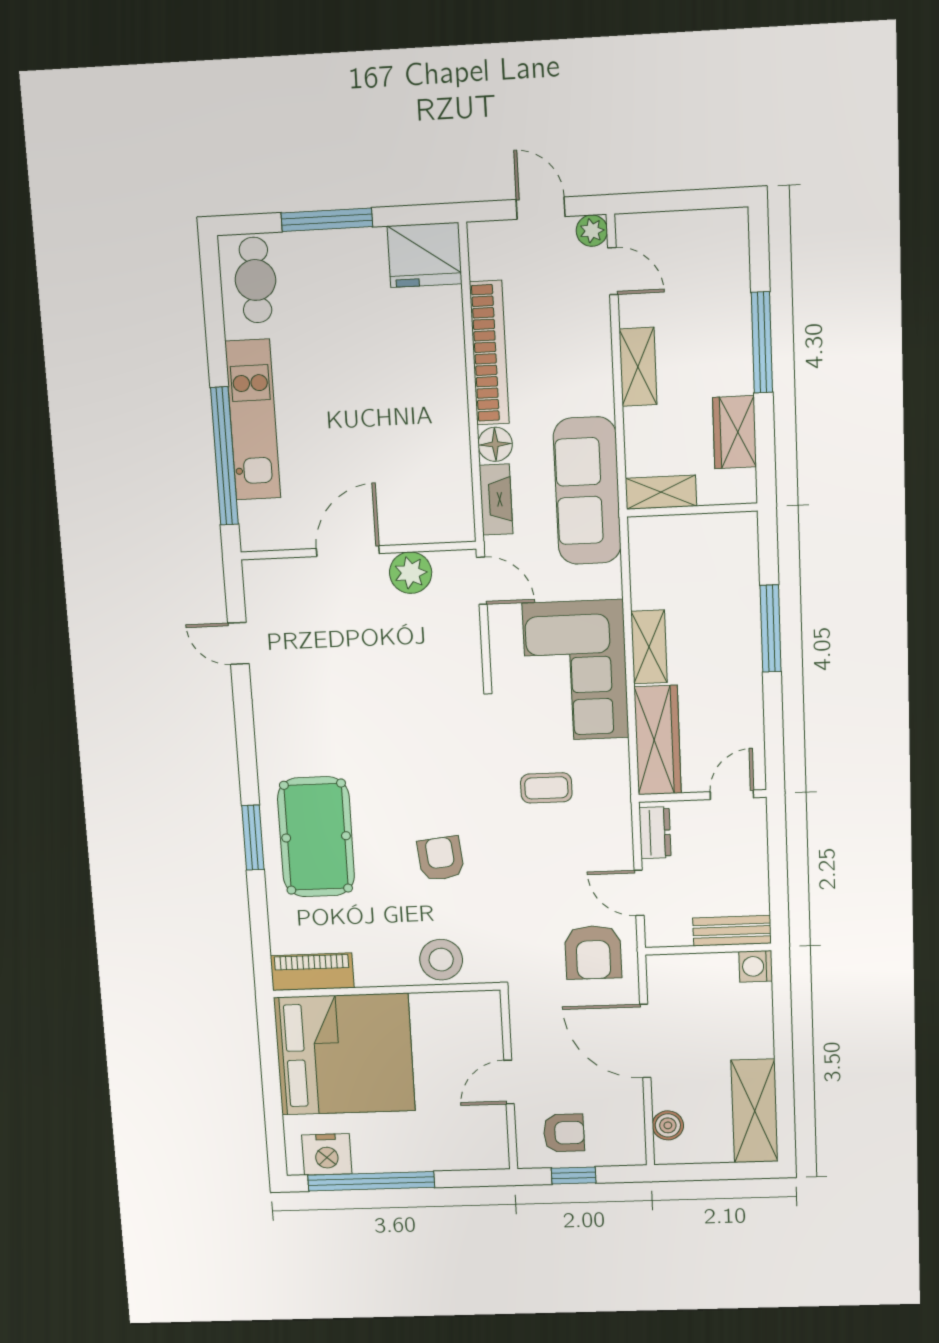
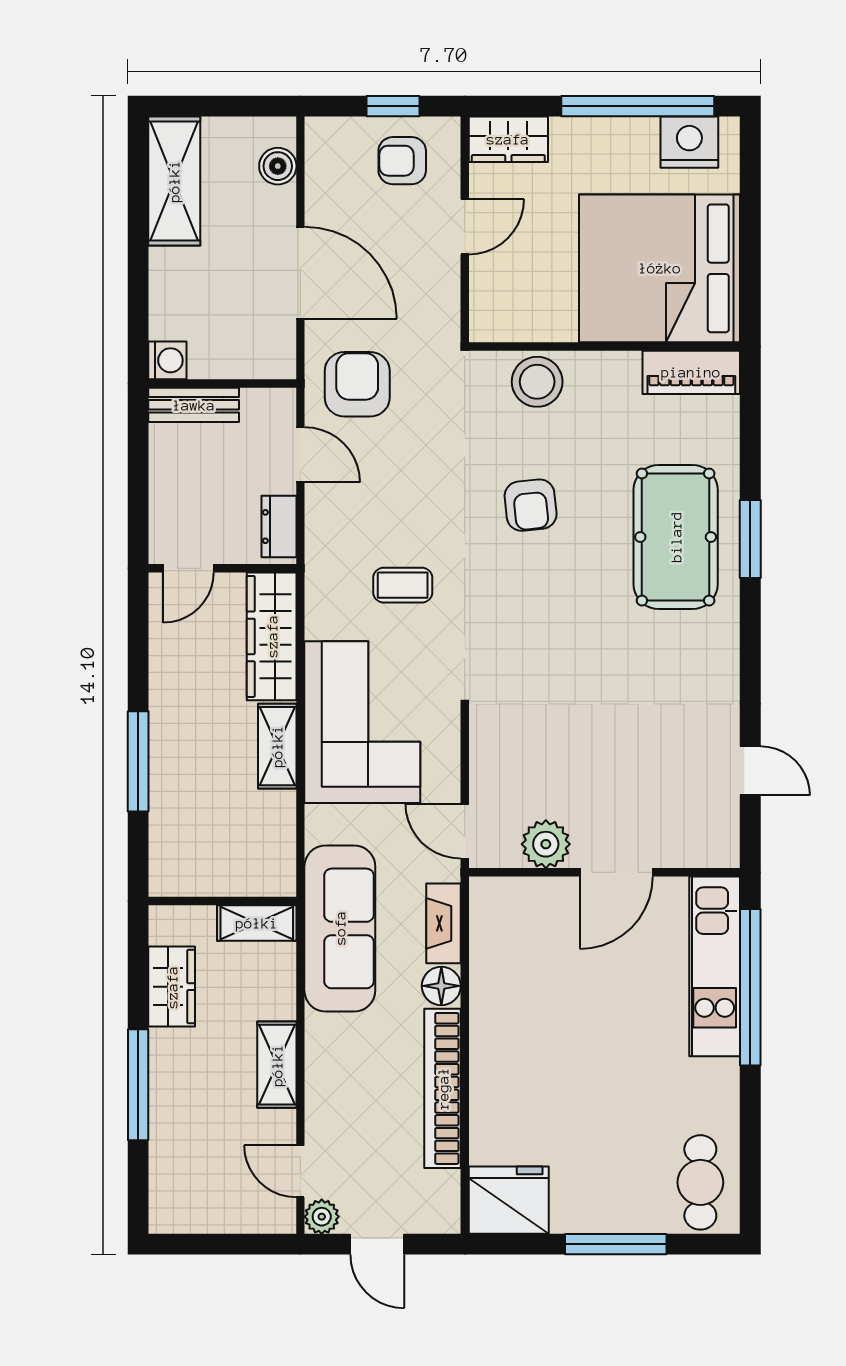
kitchen unit: (253, 420) -> (715, 966), moved
wardrobe: (476, 1152) -> (508, 139), added

